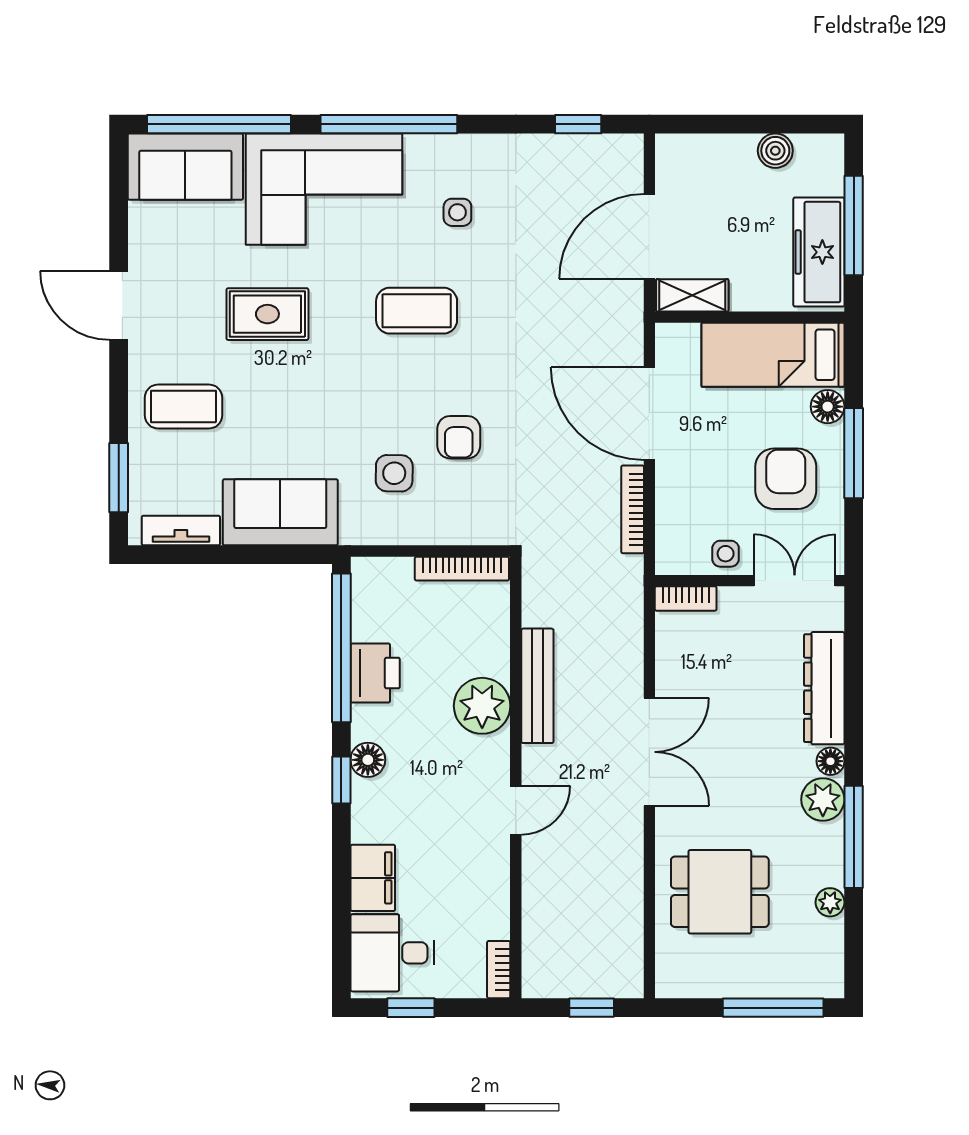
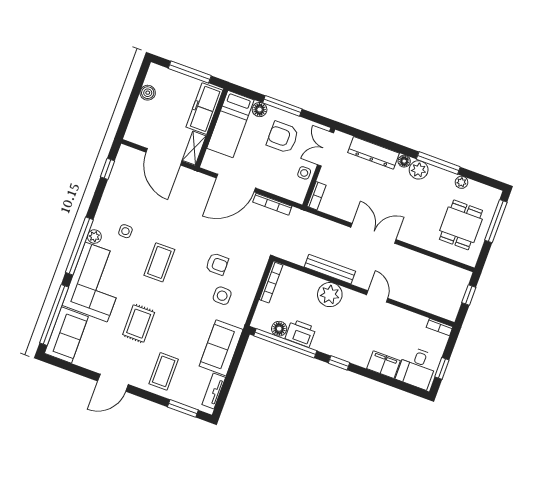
plant: (421, 149) -> (94, 237), added
freezer: (819, 252) -> (204, 109), moved, turned 90
floor lamp: (368, 760) -> (279, 329), moved
dining table: (720, 892) -> (461, 225), moved

